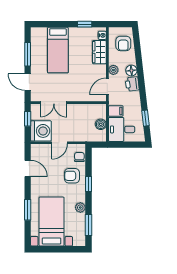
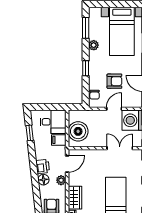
boiler: (101, 124) -> (78, 131), width x1.86, depth x1.86
armchair: (72, 176) -> (114, 81), moved

